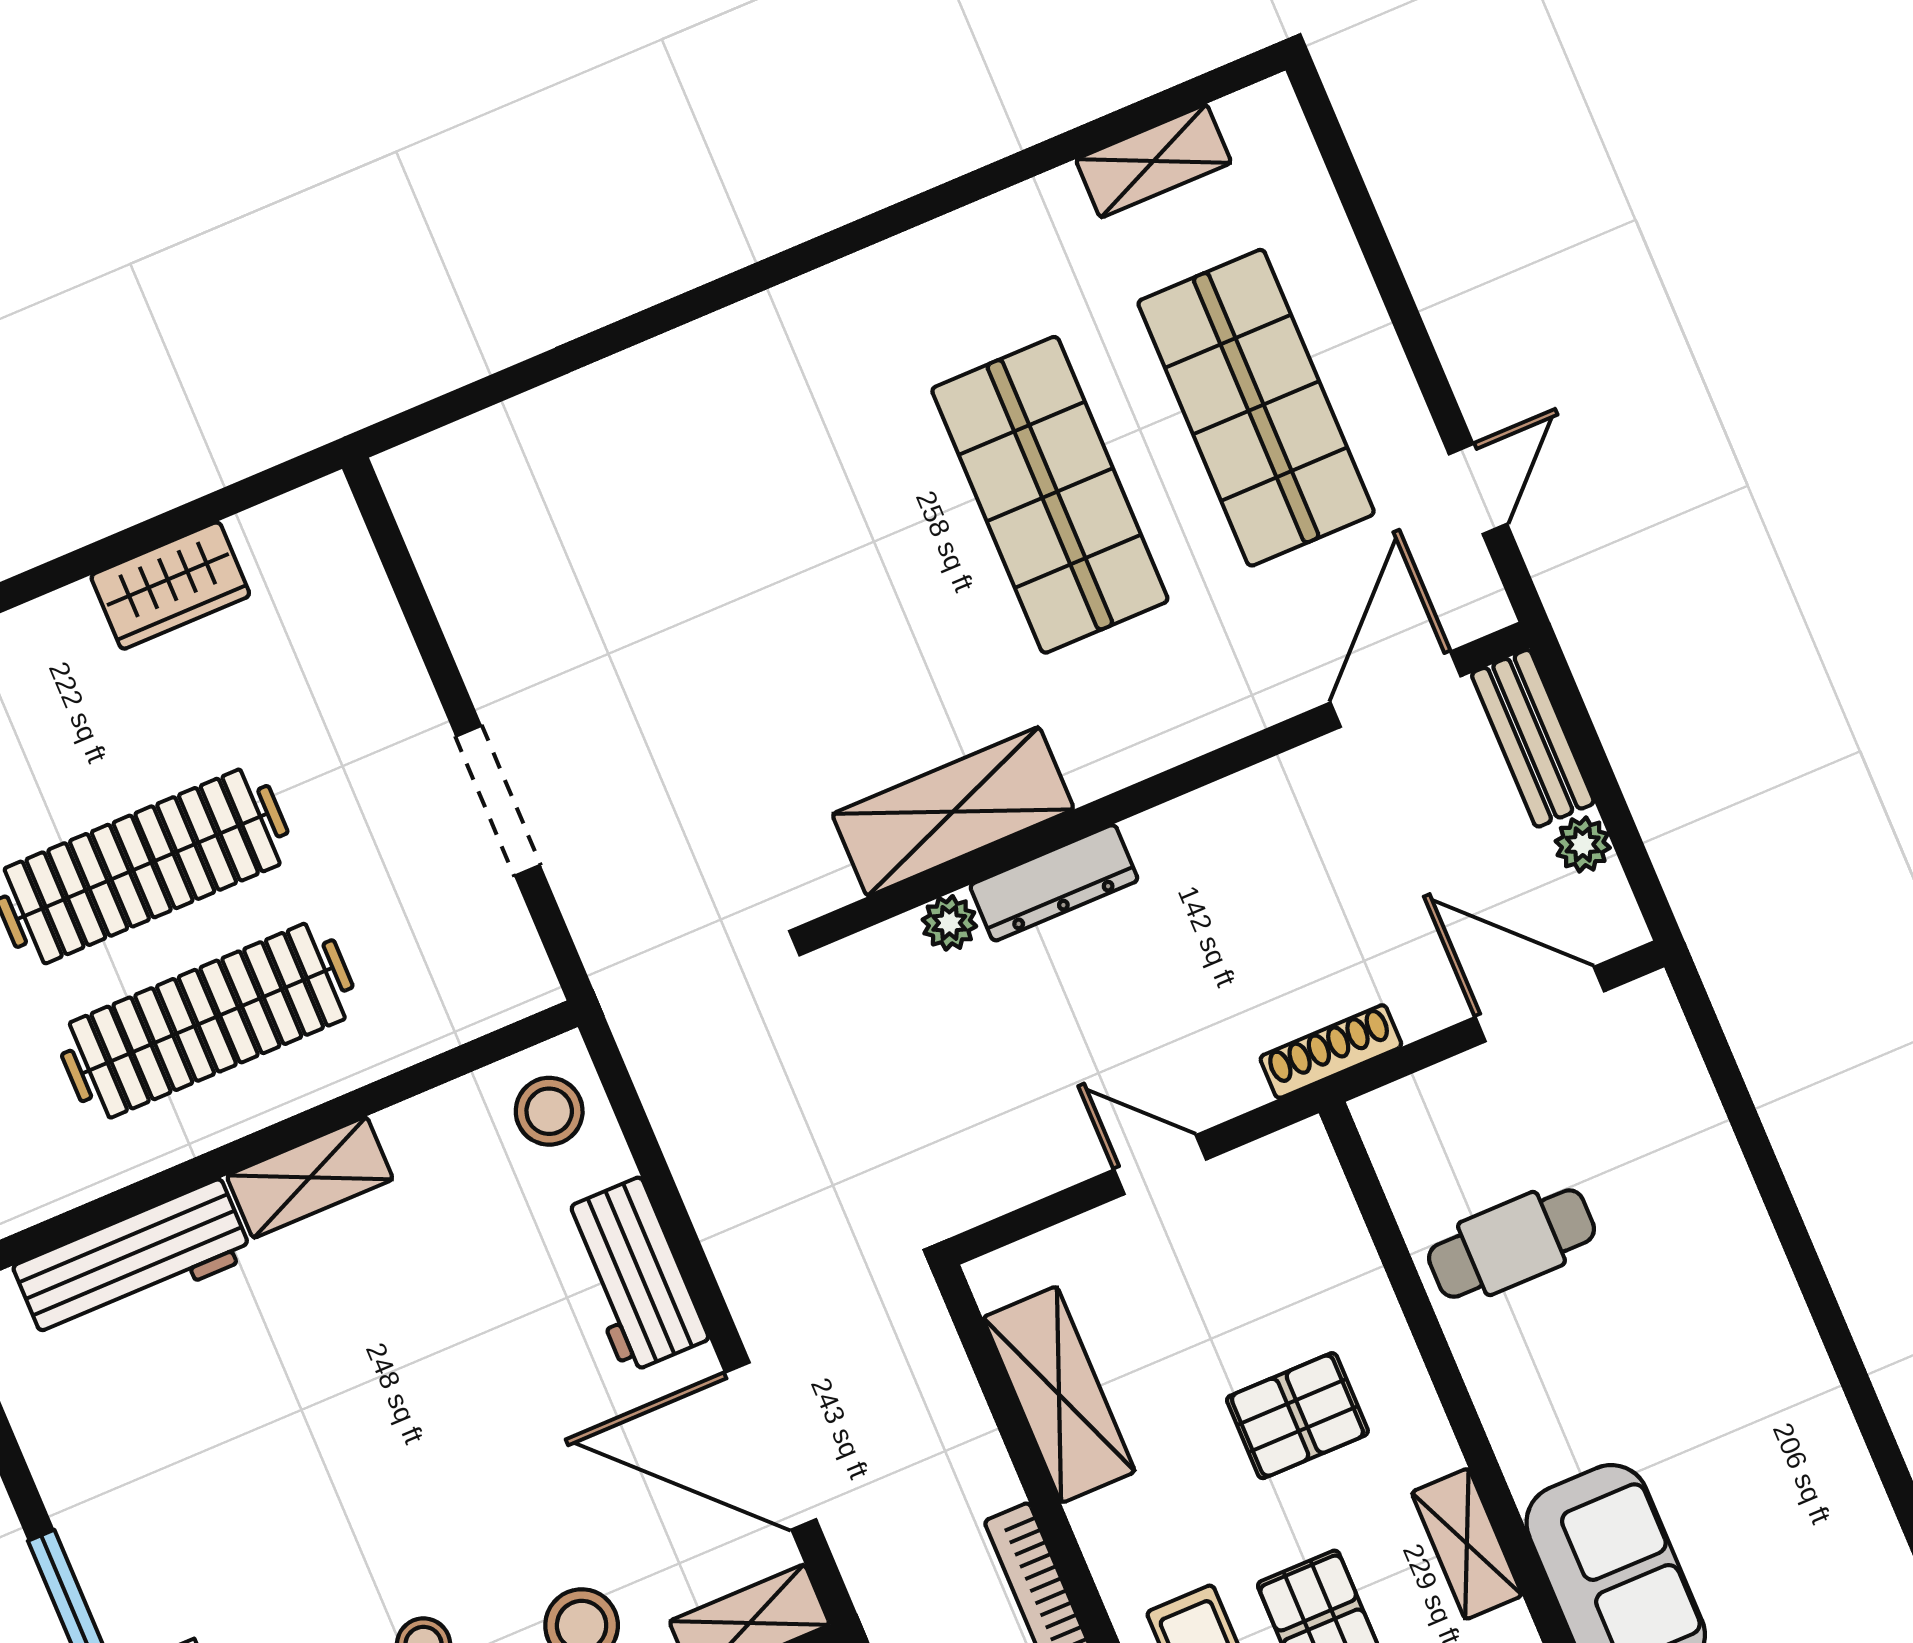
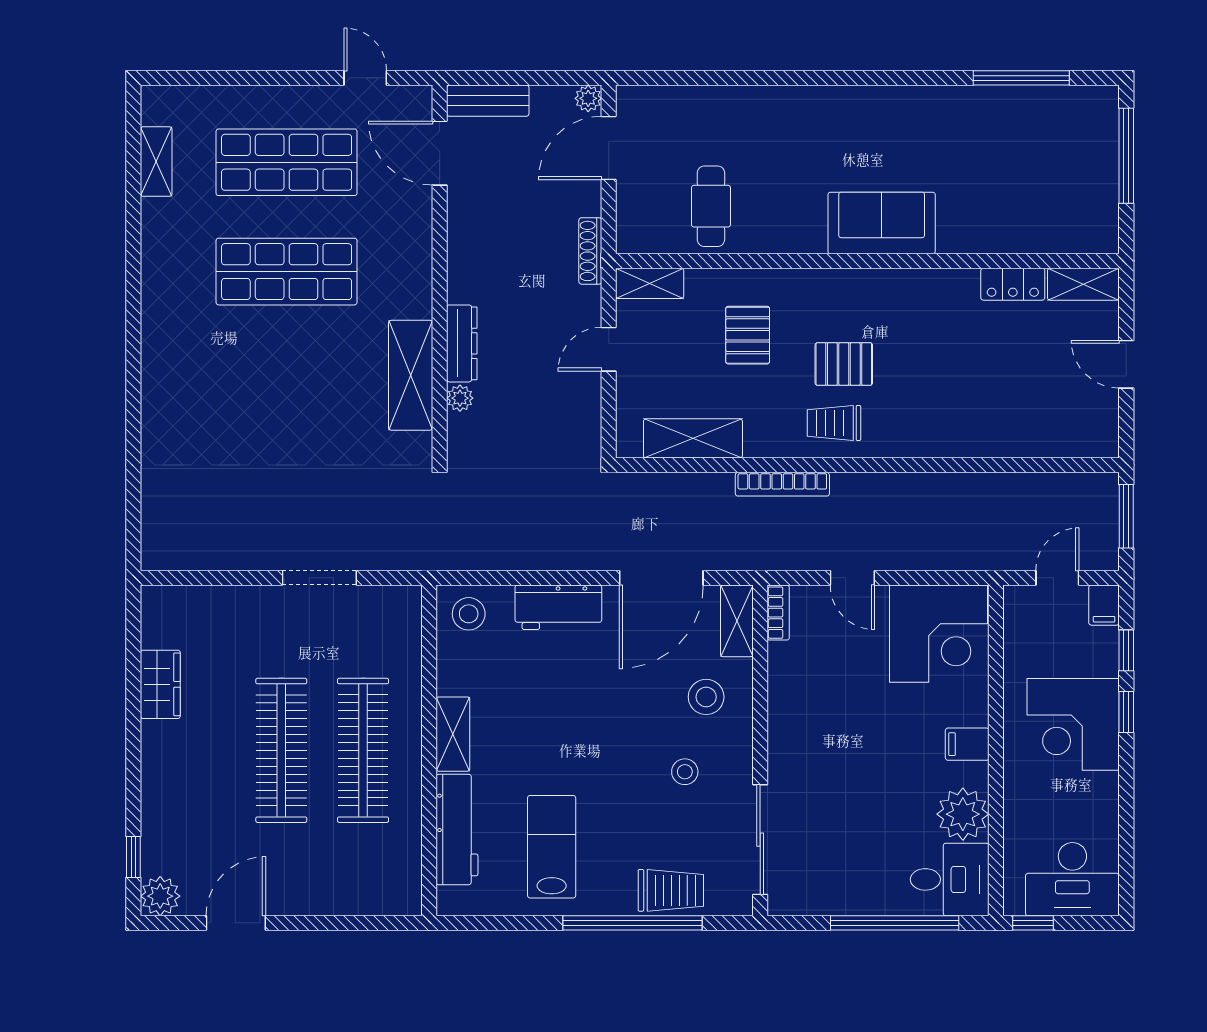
plant: (1583, 844) -> (588, 98), moved
lab bench: (176, 1453) -> (552, 847), added
shelving: (1467, 1544) -> (650, 283), moved

